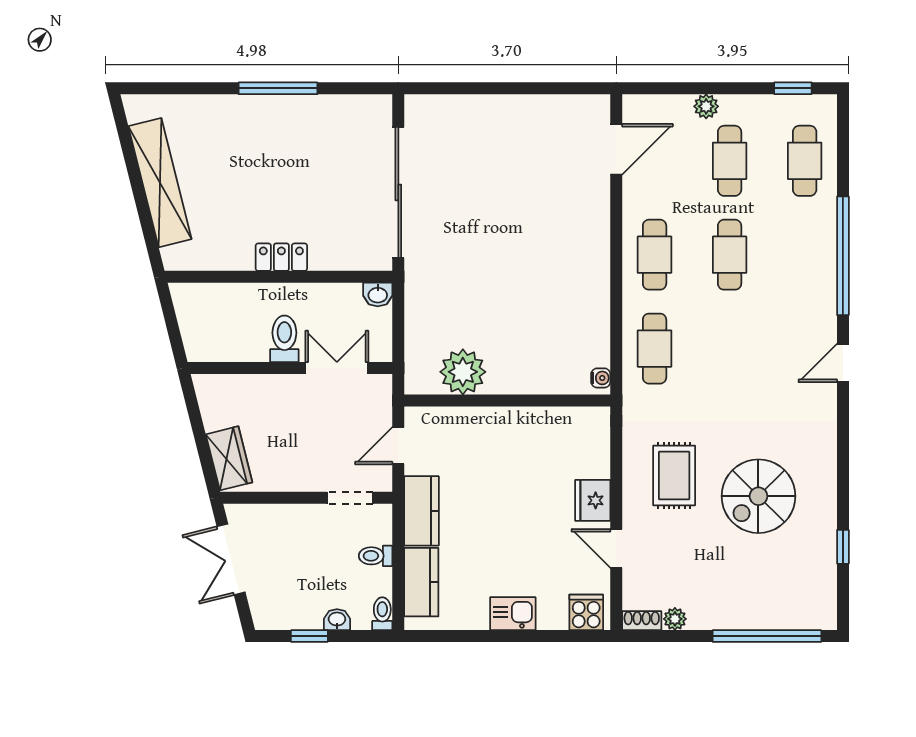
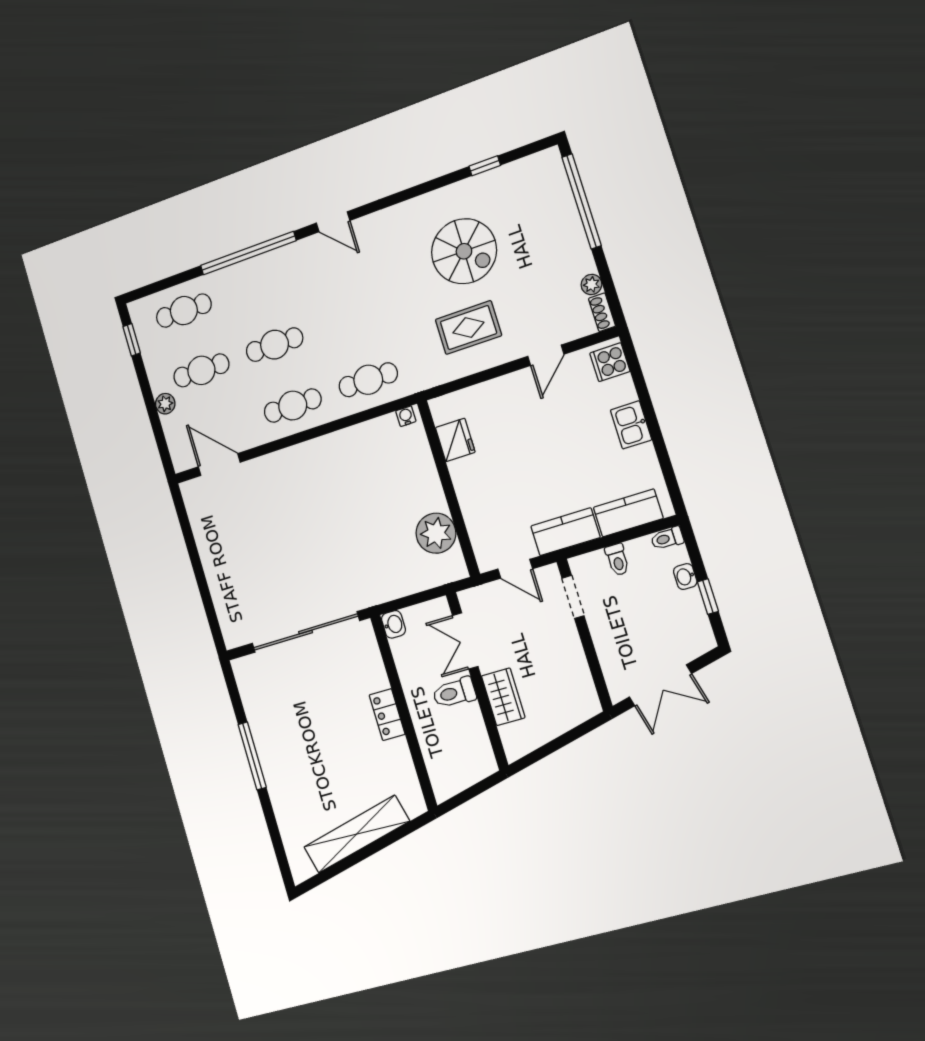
wardrobe: (229, 458) -> (503, 697), moved, turned 104
fridge: (593, 500) -> (455, 440), moved, turned -90

